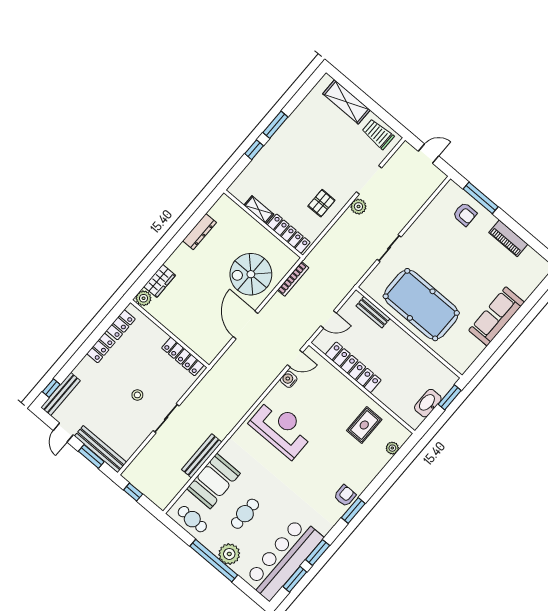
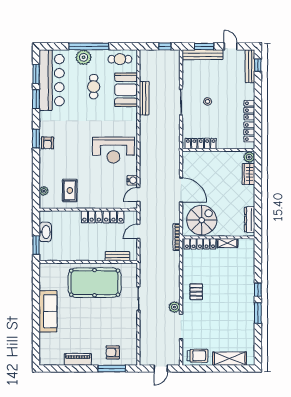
shelving: (259, 210) -> (227, 243), moved
wall: (263, 224) -> (218, 237), moved
locker: (289, 234) -> (200, 244), moved

